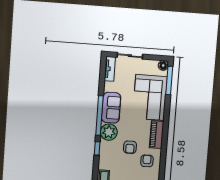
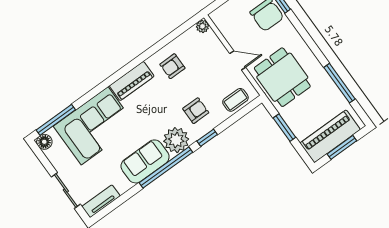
armchair: (130, 147) -> (196, 111), moved

